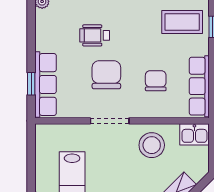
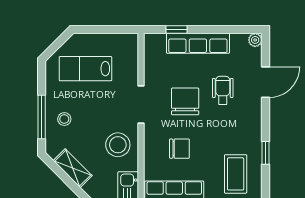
chair: (106, 75) -> (185, 101), turned -90
row of seats: (46, 84) -> (198, 43), moved

